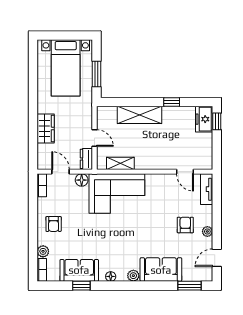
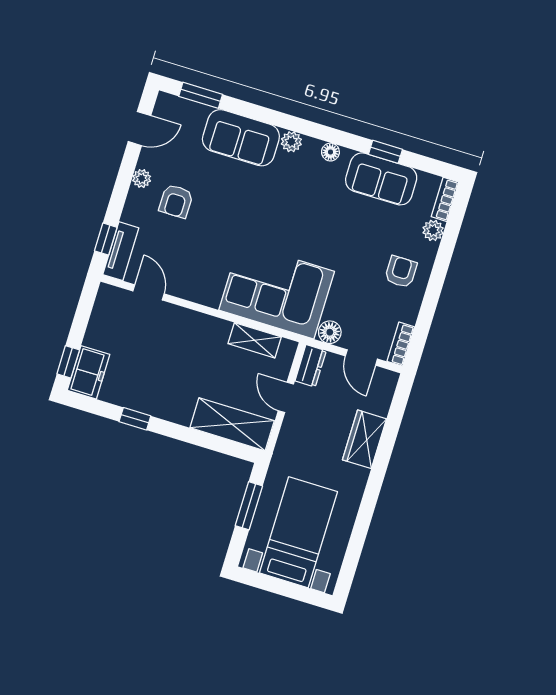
shelving: (139, 115) -> (232, 424), moved
window: (217, 193) -> (106, 239), added

